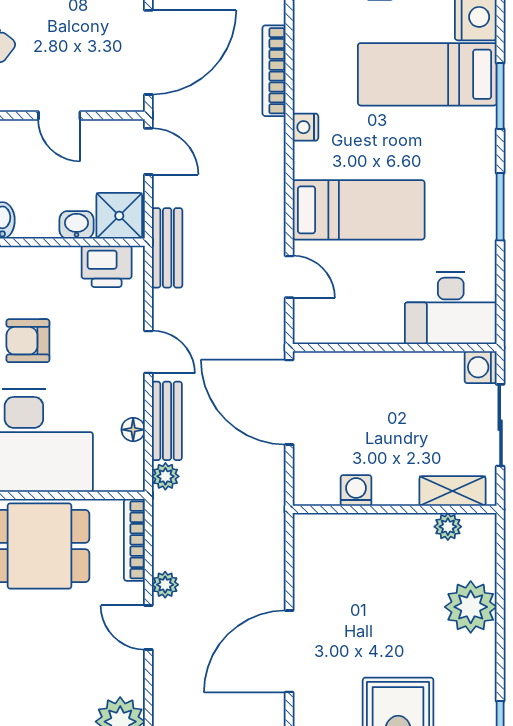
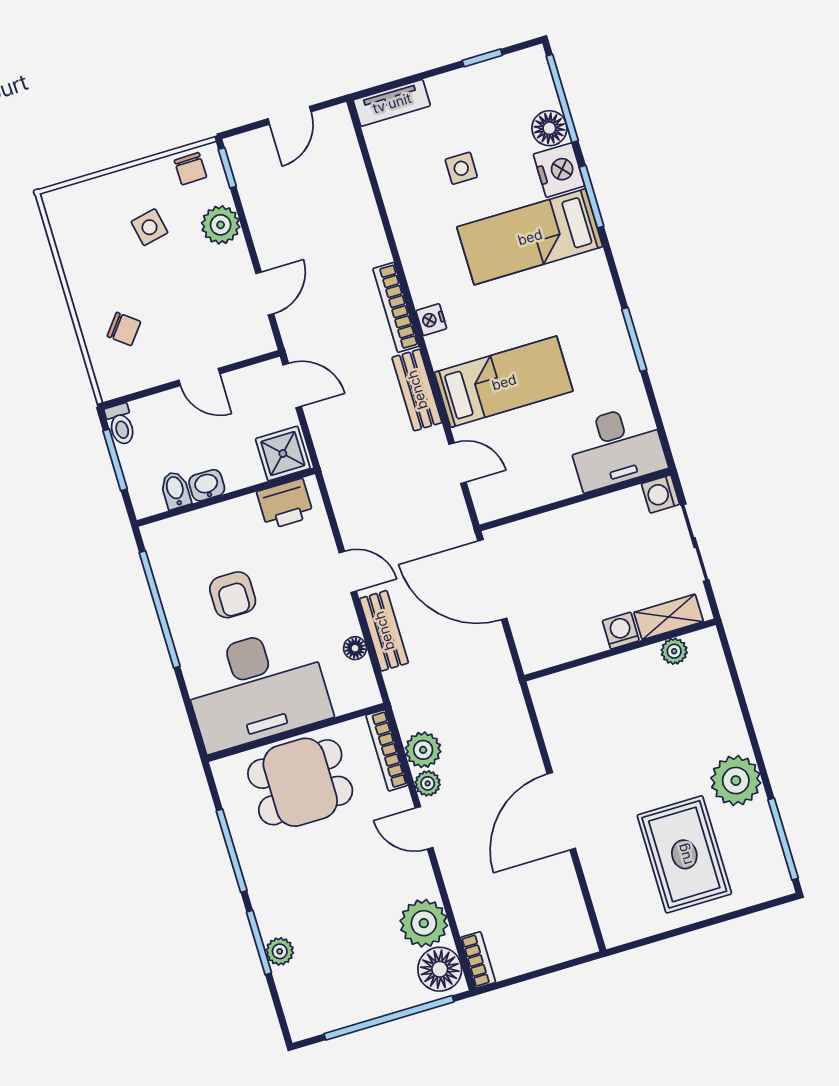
door: (148, 52) -> (265, 294), width x0.53
bookcase: (274, 71) -> (396, 307), moved
window: (500, 96) -> (592, 197), moved
washbasin: (76, 225) -> (207, 485), moved
bench: (167, 248) -> (417, 390), moved
armchair: (28, 341) -> (233, 595), turned -90
plant: (165, 476) -> (423, 750), moved, width x1.38, depth x1.38
washing machine: (356, 490) -> (621, 631), moved
plant: (471, 607) -> (736, 781), moved

